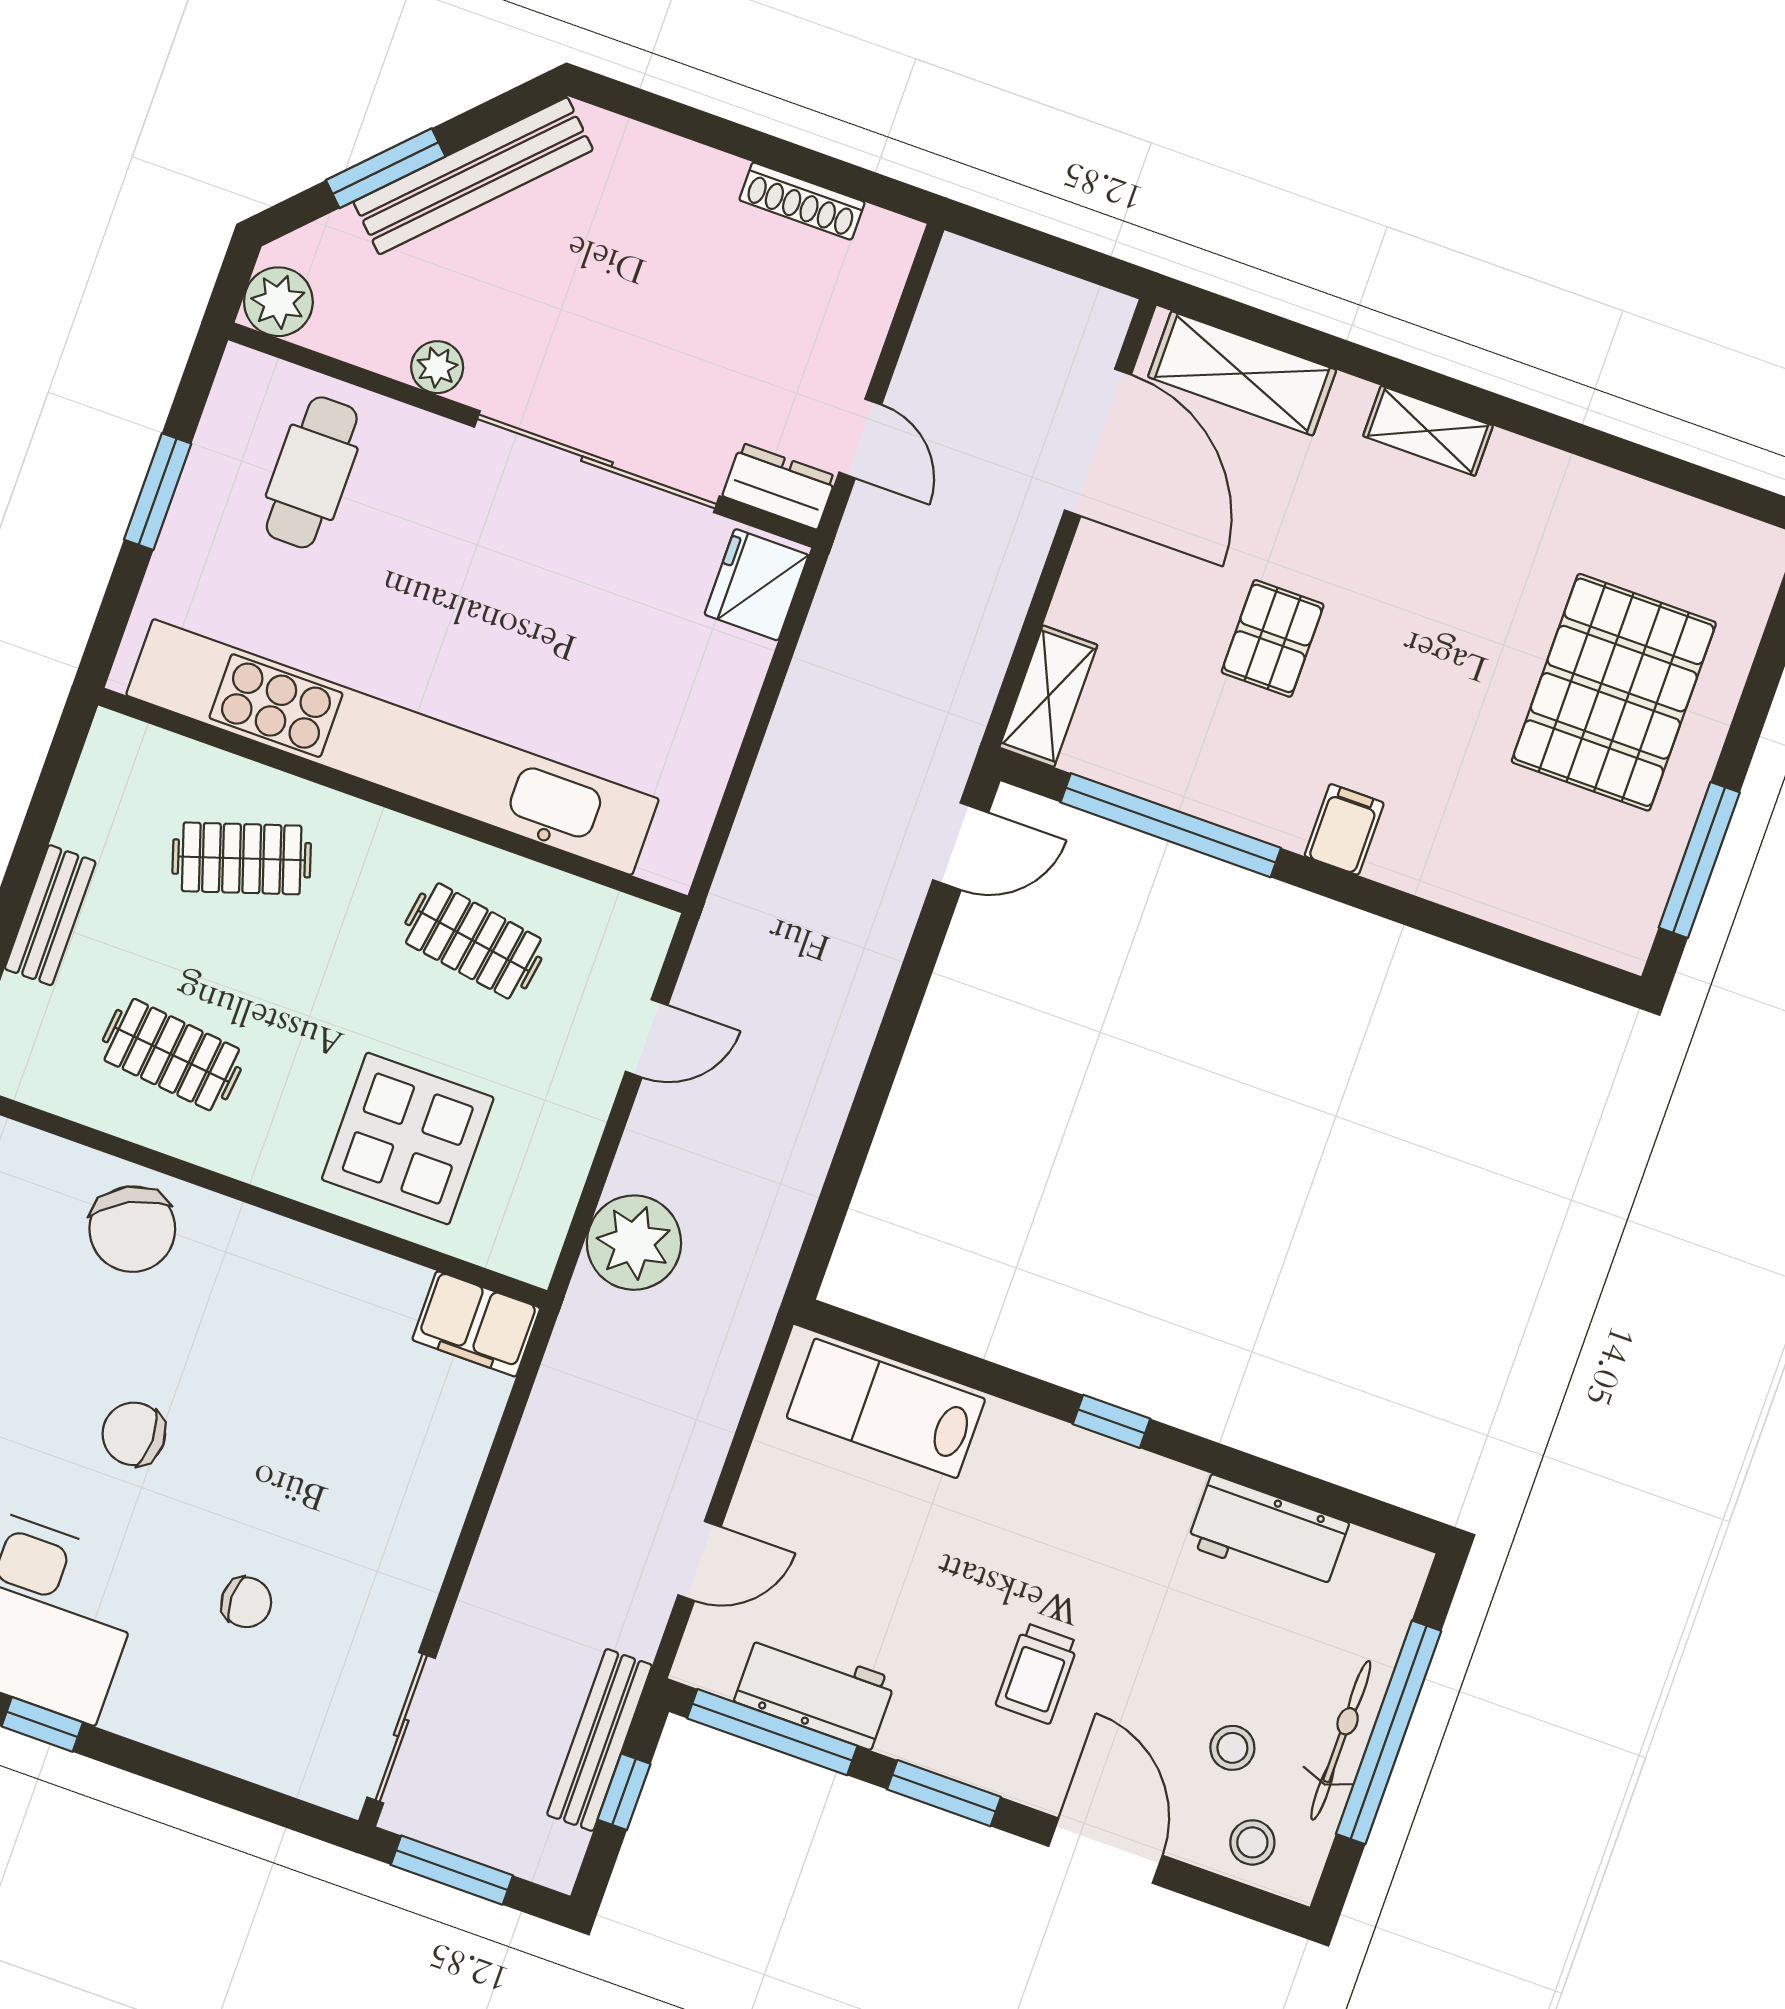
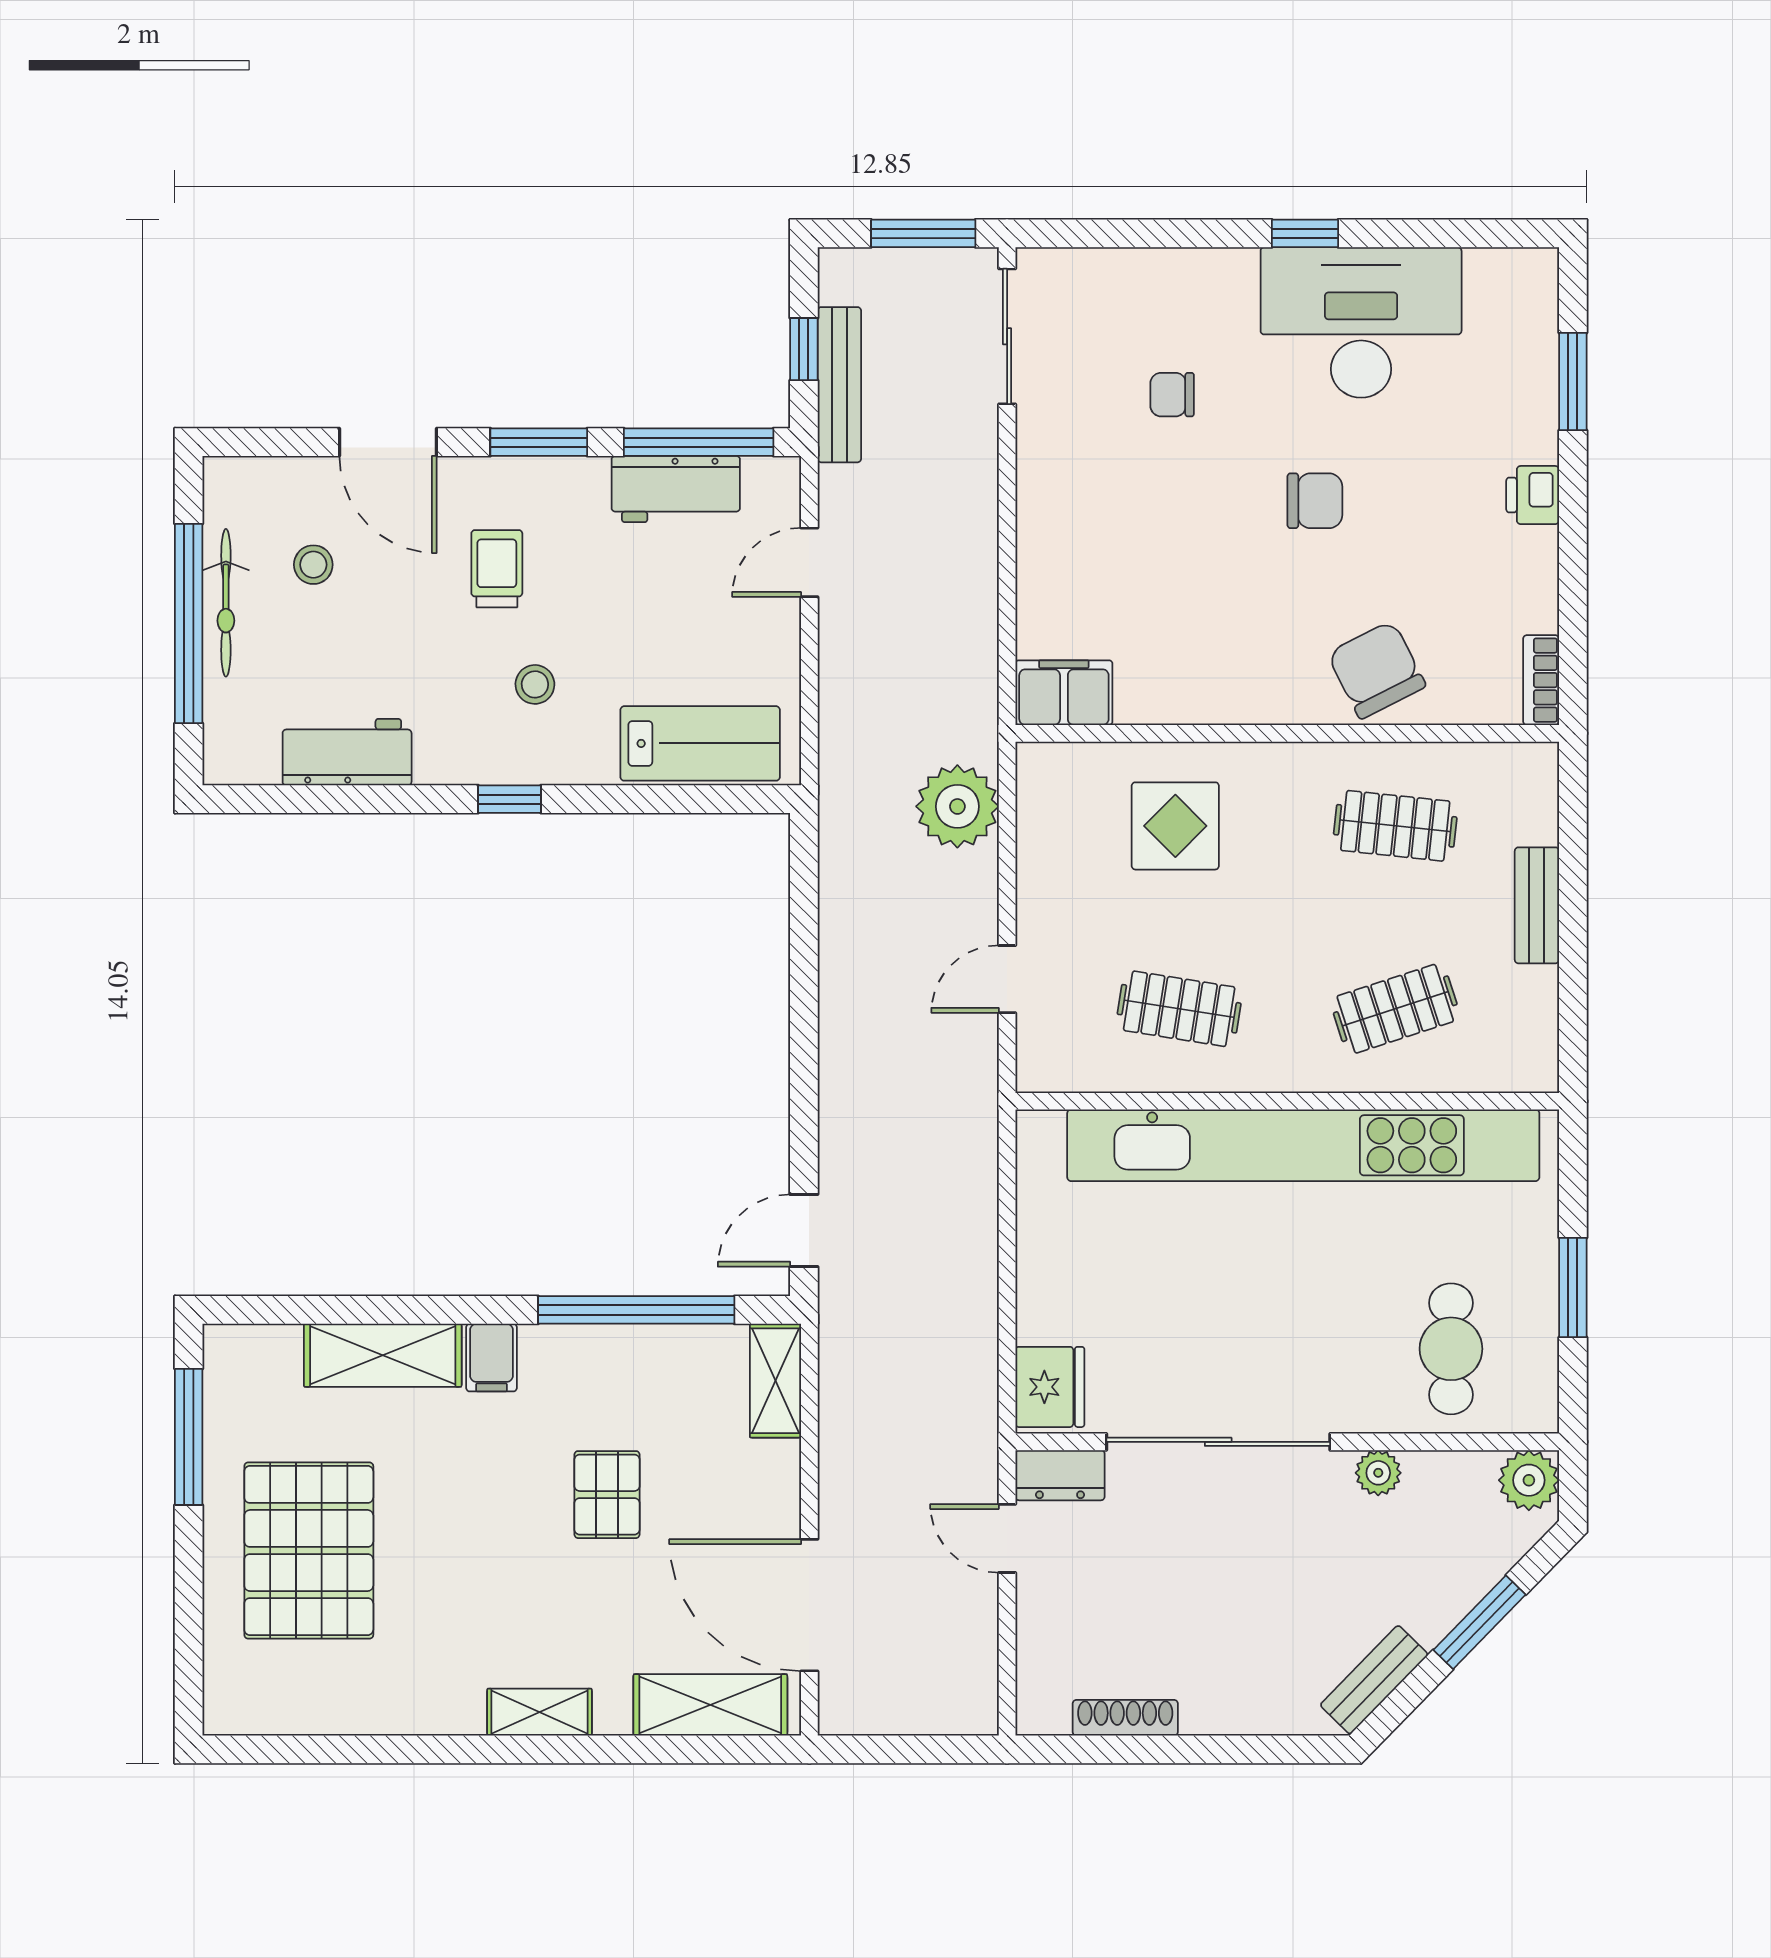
bench: (473, 176) -> (1374, 1680), width x0.54, depth x0.82
shelving: (1460, 873) -> (383, 1355), added
display table: (408, 1139) -> (1175, 826), width x0.73, depth x0.73
stool: (1252, 1842) -> (535, 684), moved

